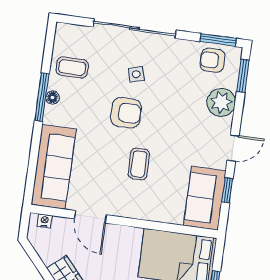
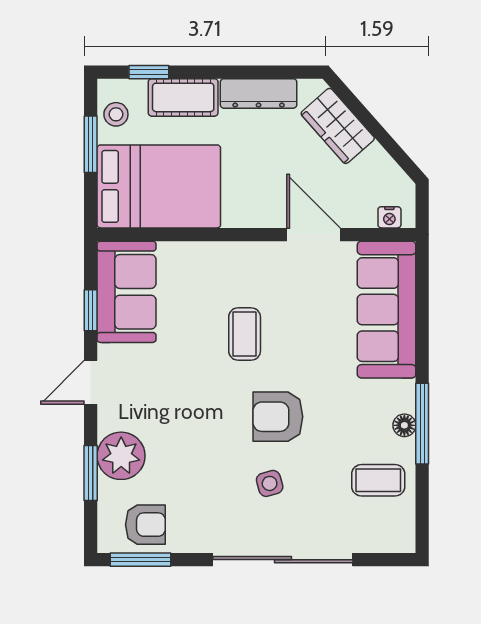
window: (243, 76) -> (91, 473), moved

